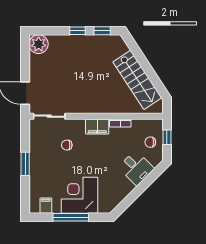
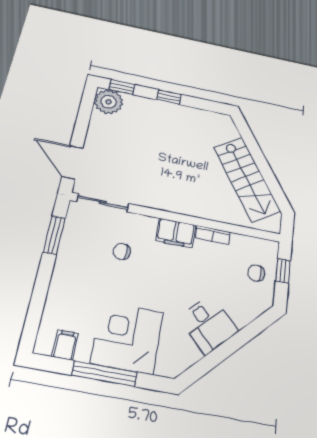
window: (102, 31) -> (122, 87), moved
window: (25, 164) -> (54, 235), moved
desk: (136, 168) -> (208, 324), moved

